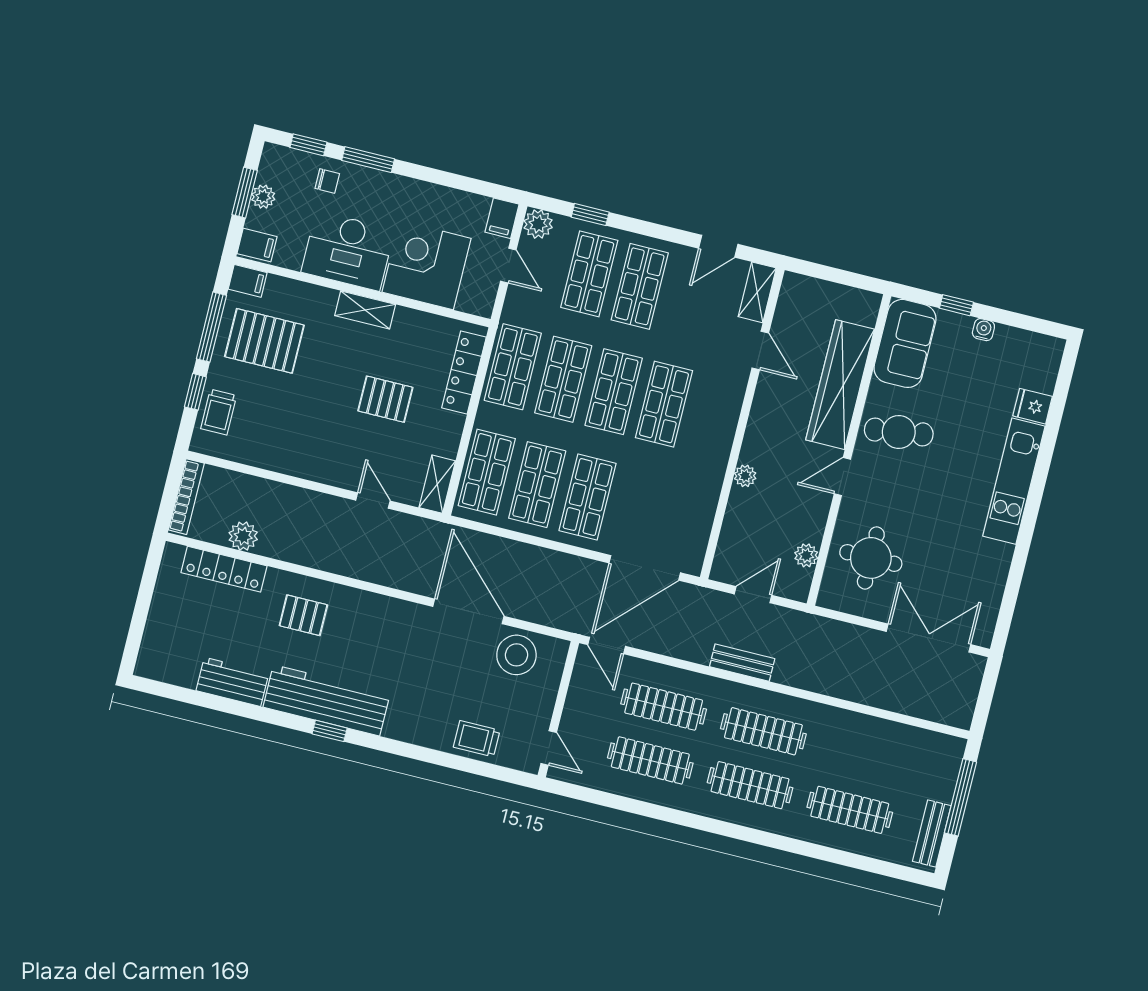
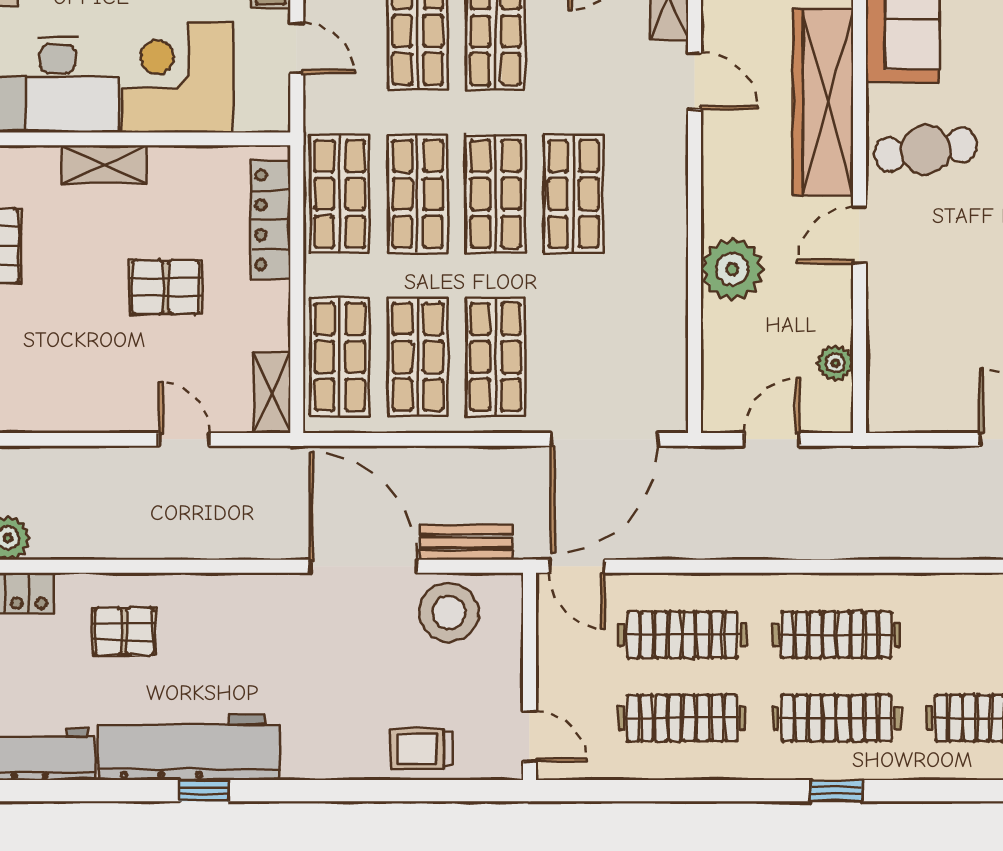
plant: (745, 476) -> (732, 269), width x1.87, depth x1.87
round table: (871, 558) -> (930, 343), removed
bench: (742, 663) -> (467, 542), moved
window: (739, 832) -> (837, 791), added

